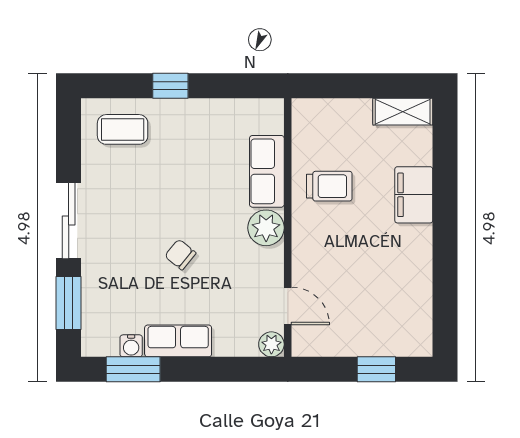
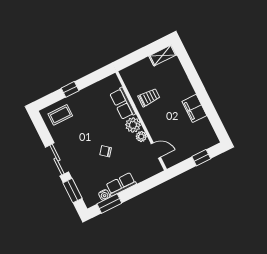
filing cabinet: (414, 195) -> (194, 108), moved
plant: (271, 344) -> (141, 136), moved

